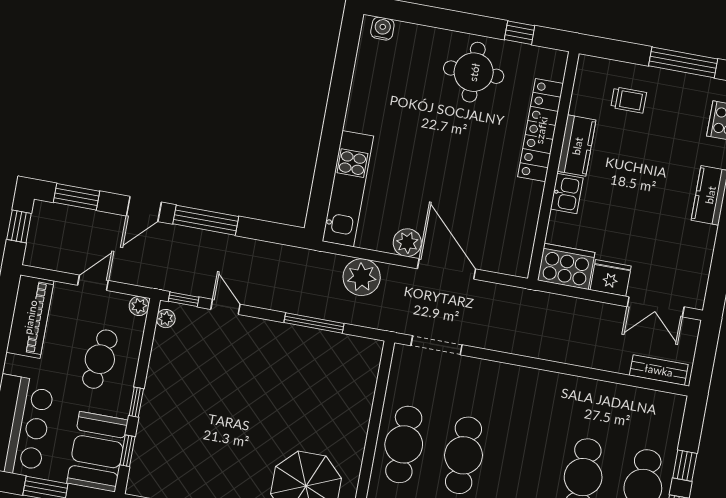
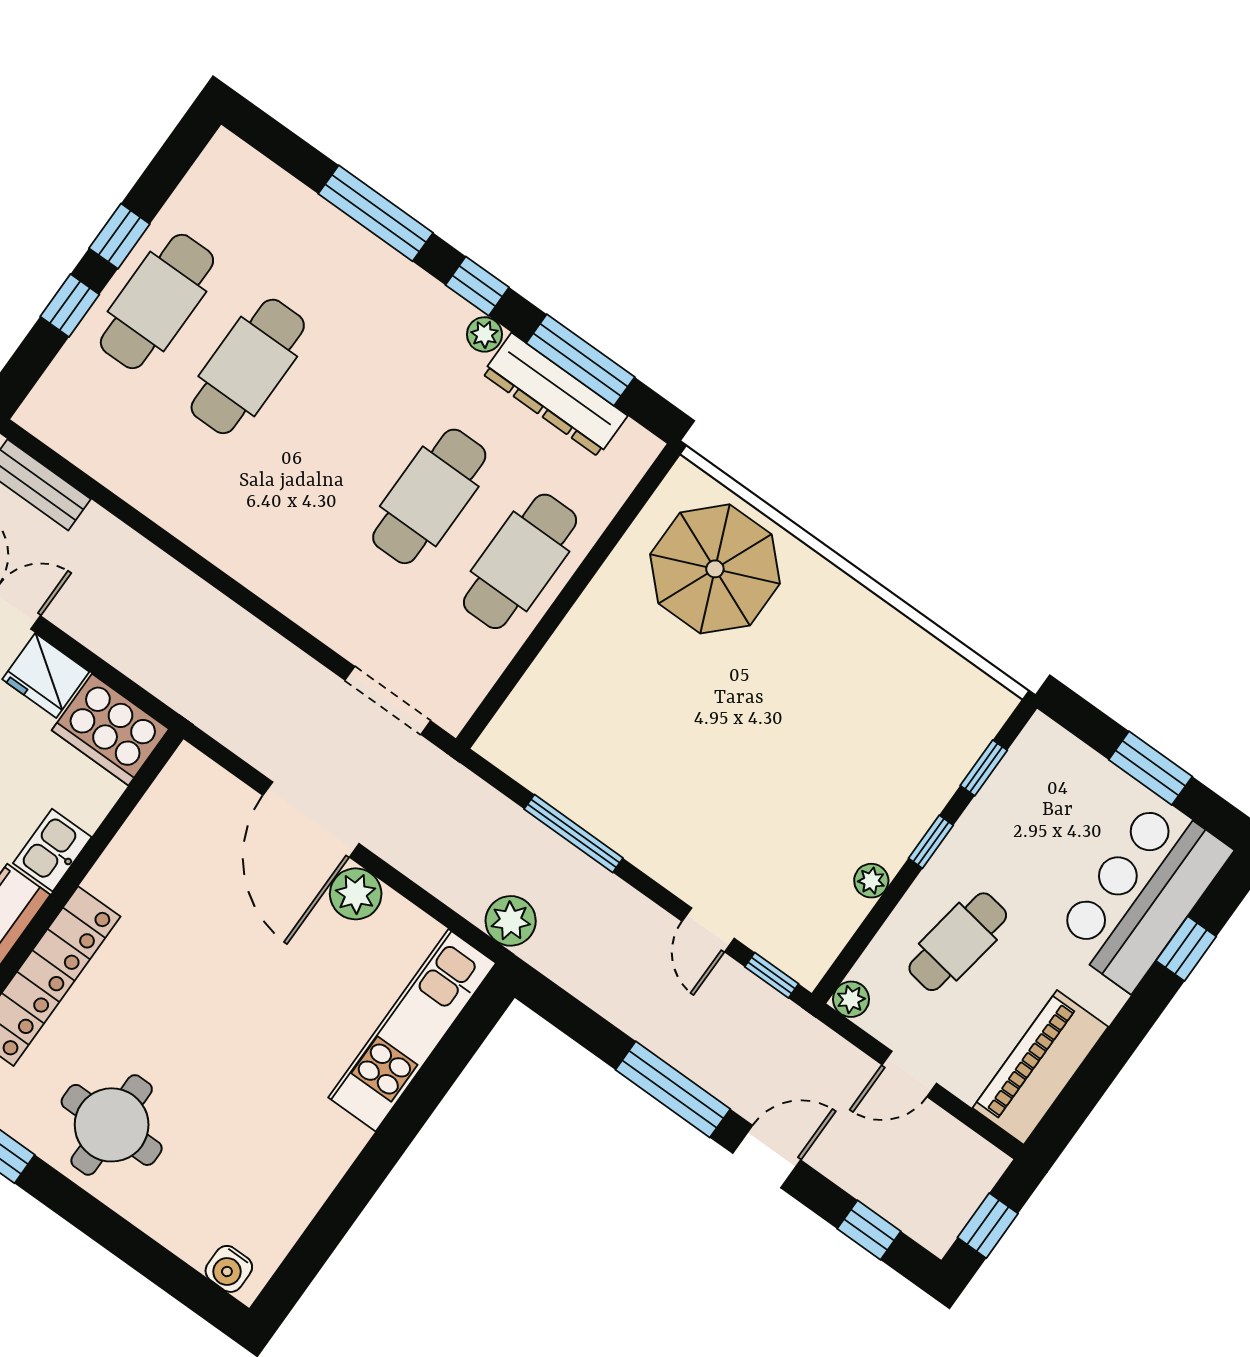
window: (76, 197) -> (869, 1230), width x0.67
plant: (362, 277) -> (511, 921), moved, width x0.73, depth x0.73
plant: (166, 319) -> (871, 881), moved
booth: (97, 452) -> (1035, 790), removed

